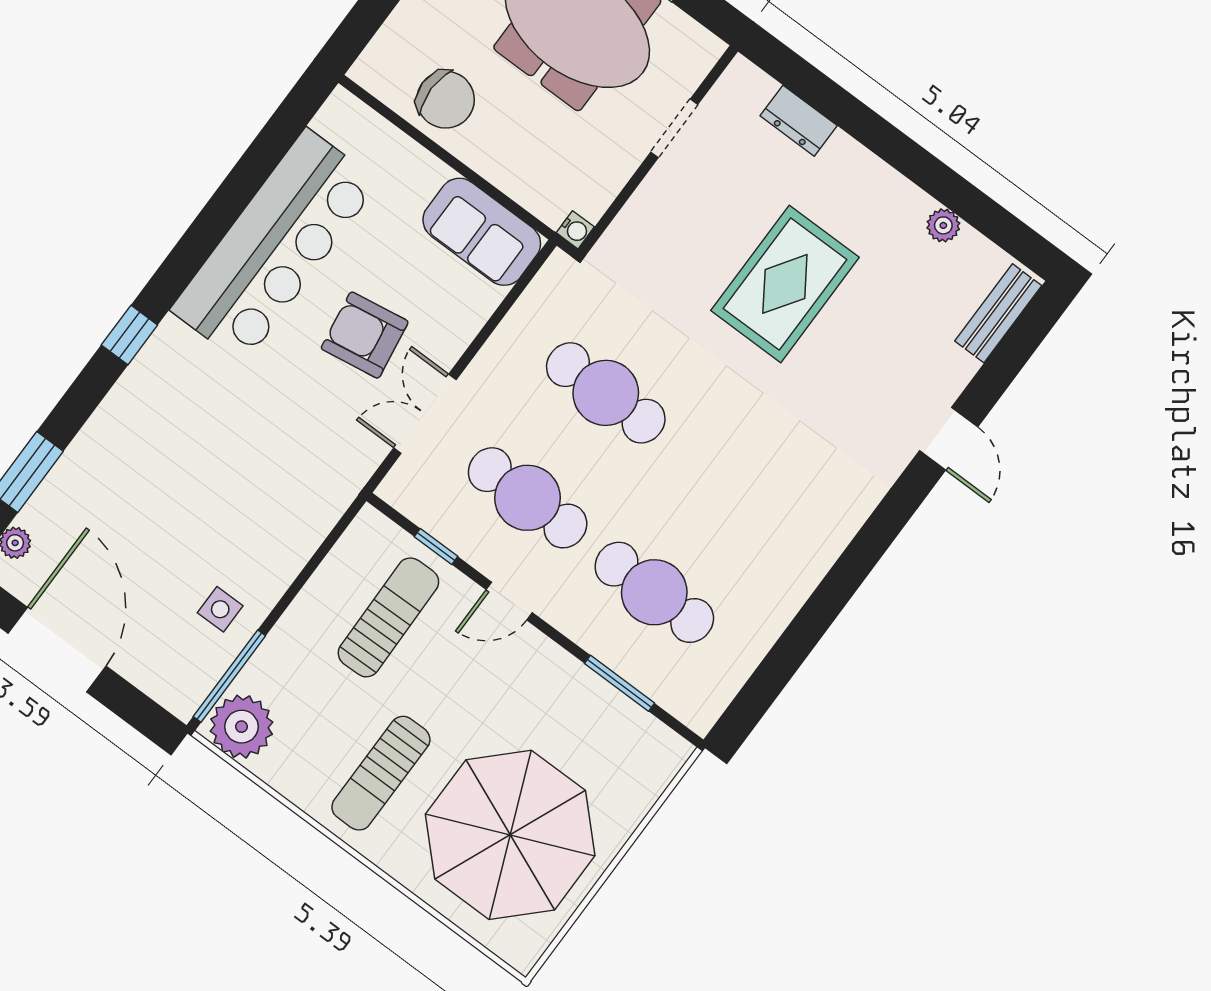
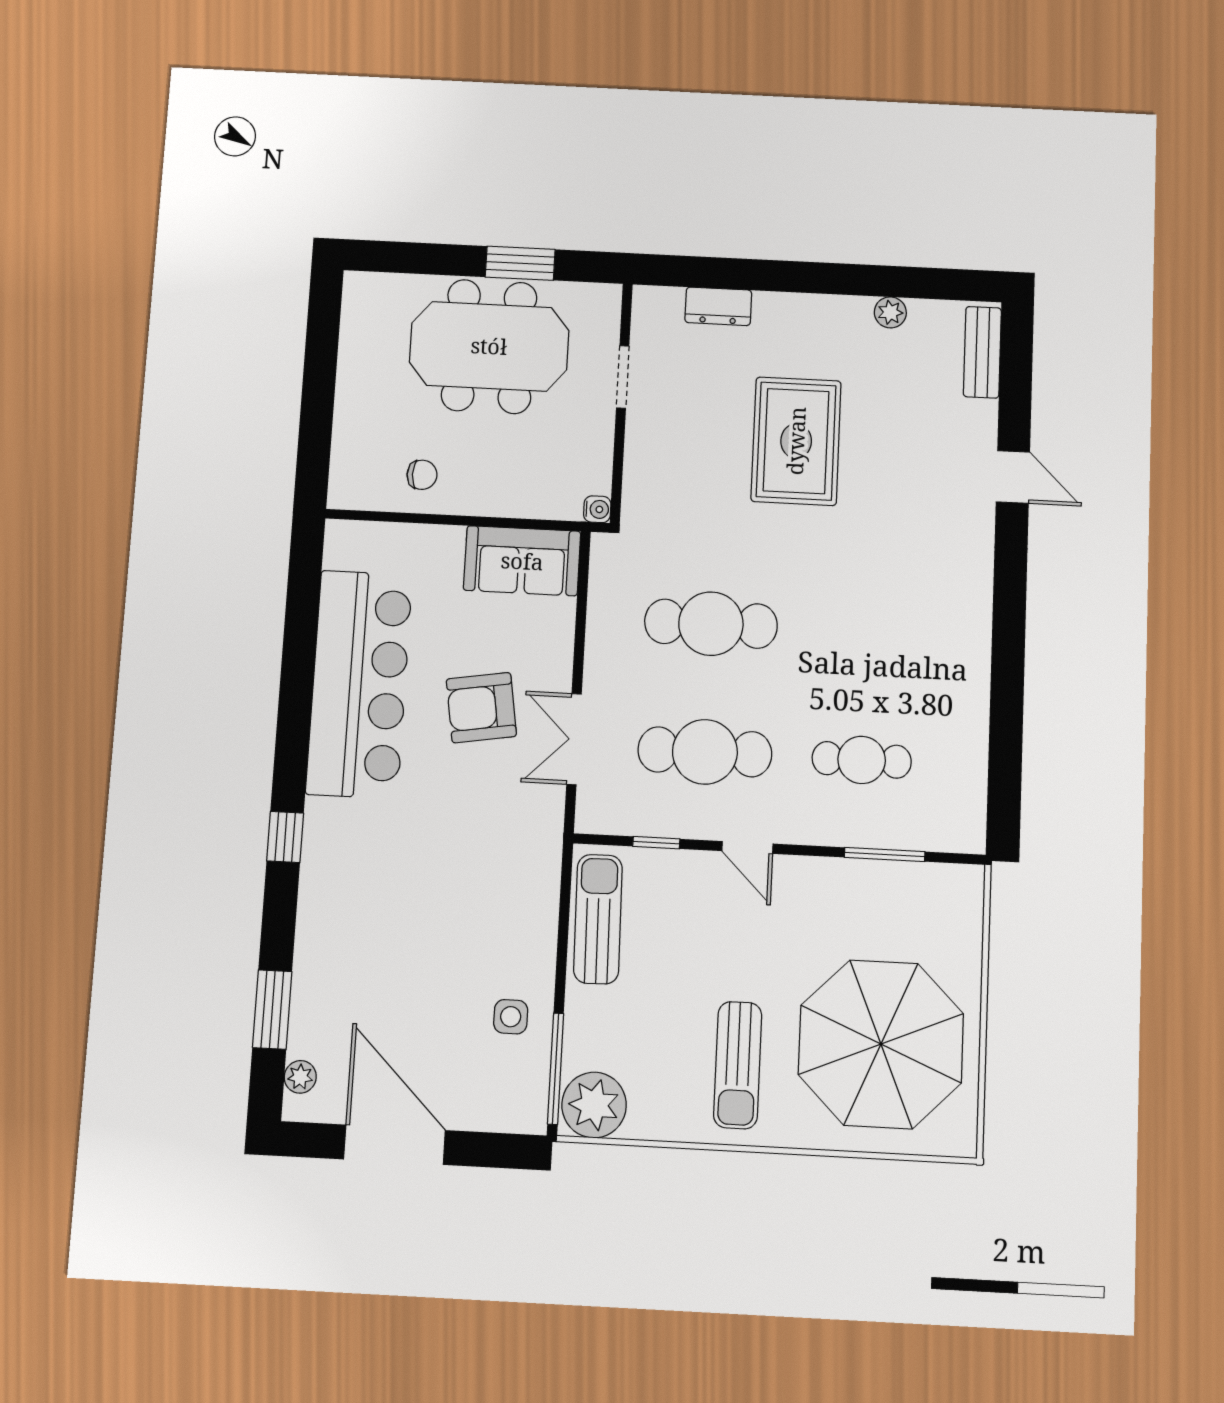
chair: (446, 100) -> (422, 475), width x0.54, depth x0.54
cafe table: (654, 592) -> (862, 760), width x0.73, depth x0.74
door: (509, 601) -> (747, 847), hinge flipped
sun lounger: (388, 617) -> (598, 919), moved

